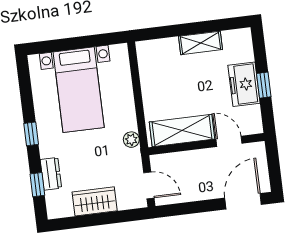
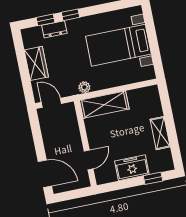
window: (264, 85) -> (153, 178), moved
shelving: (182, 131) -> (104, 105), moved, turned 90
window: (31, 134) -> (70, 15), moved
door: (149, 185) -> (51, 103), swing flipped

